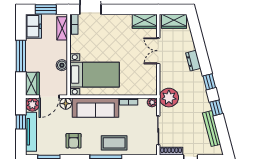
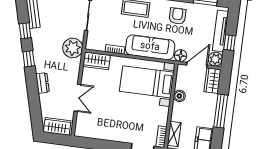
wardrobe: (145, 21) -> (97, 61), moved, turned 180
plant: (152, 102) -> (91, 45), removed

